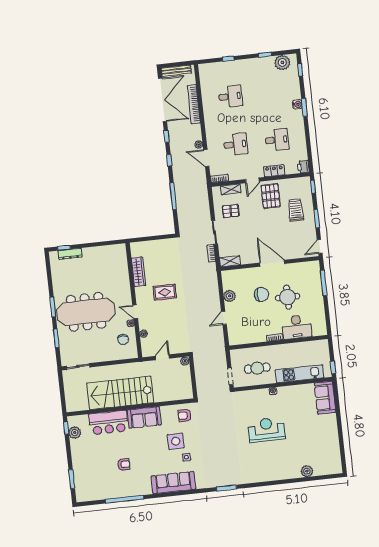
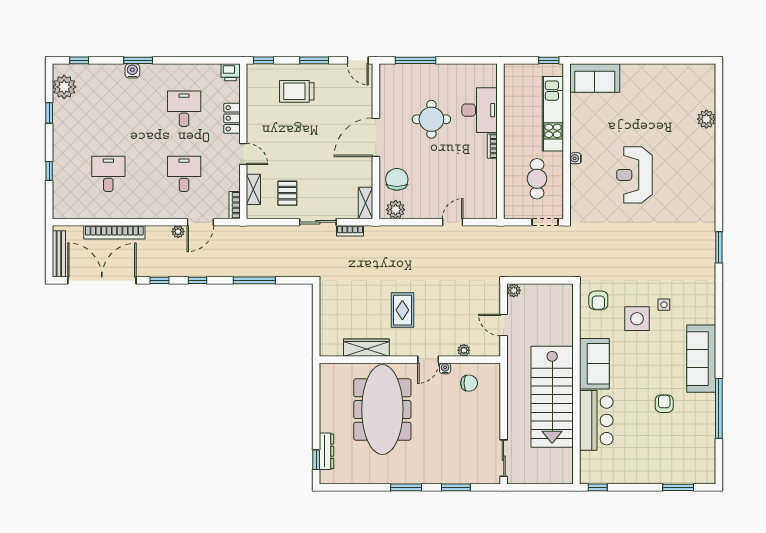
pallet: (271, 196) -> (271, 128), removed
chair: (262, 294) -> (397, 179), moved
plant: (230, 296) -> (396, 210), moved
meeting table: (86, 312) -> (382, 410), moved
door: (224, 318) -> (453, 222), swing flipped
plant: (75, 433) -> (606, 475), removed
sofa: (173, 483) -> (701, 359), moved

